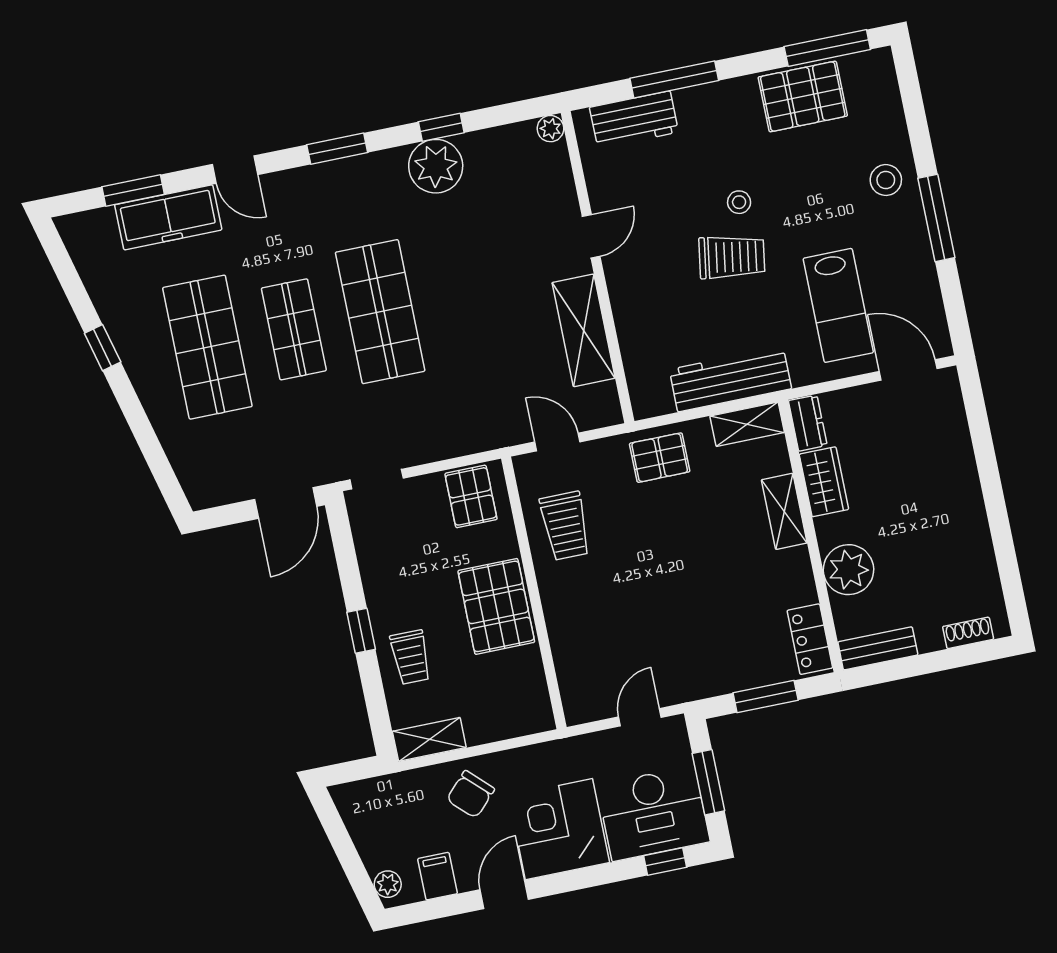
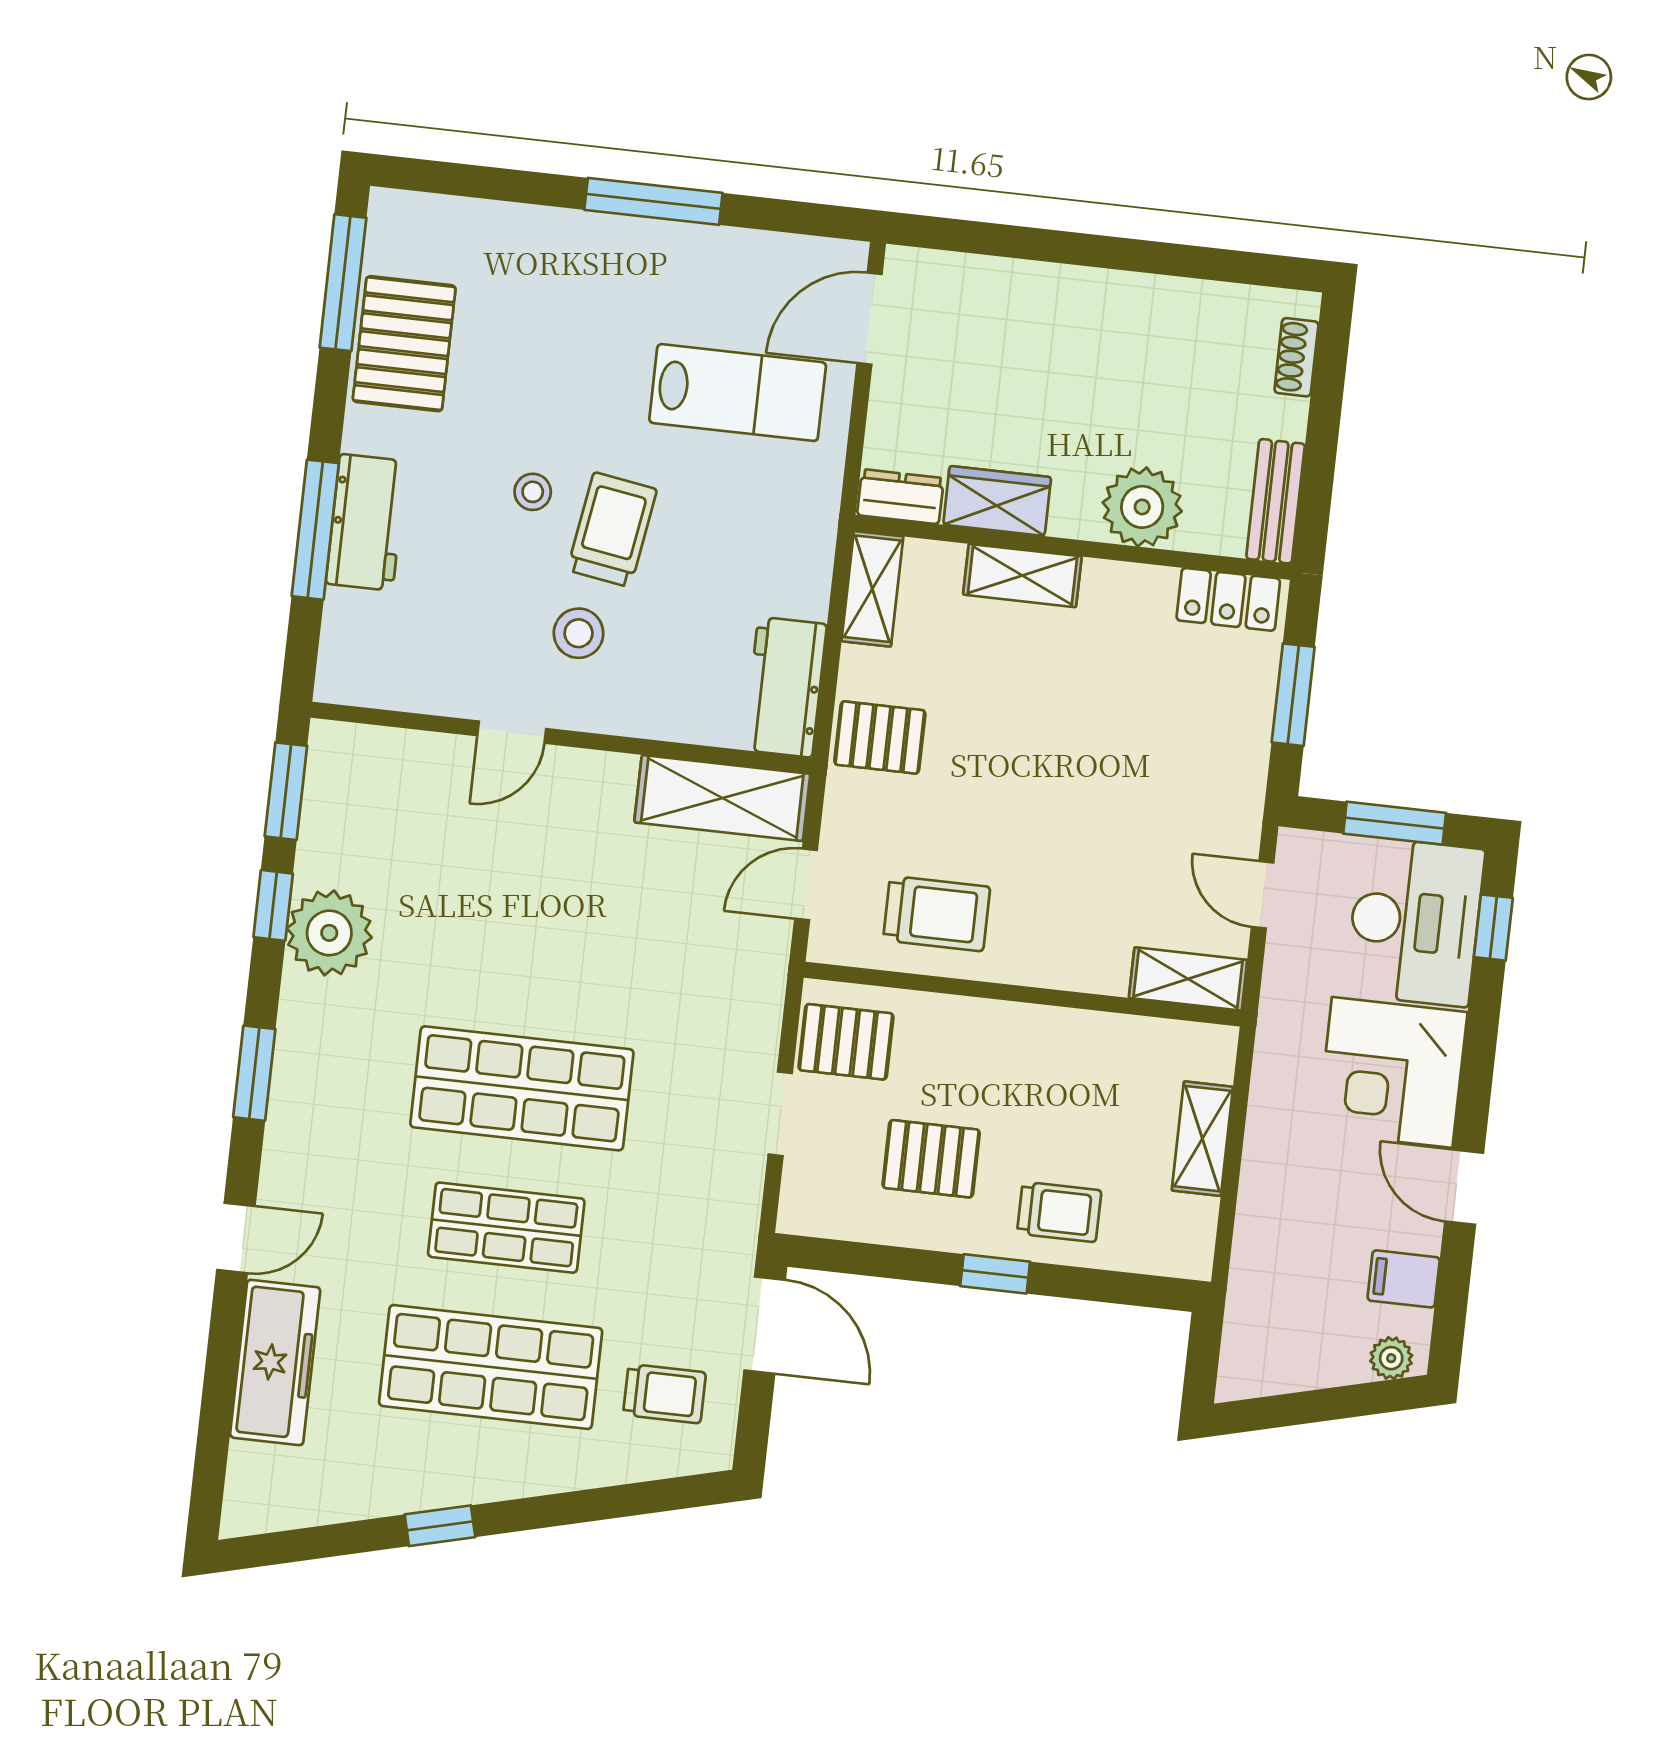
workbench: (634, 120) -> (366, 522), moved
plant: (550, 129) -> (329, 741), removed
stool: (886, 180) -> (579, 633), moved
window: (133, 190) -> (286, 791), moved
door: (591, 236) -> (512, 732), swing flipped
shelving: (584, 330) -> (722, 798), moved
workbench: (730, 379) -> (785, 687), moved, width x0.73
trolley: (225, 456) -> (664, 1394), added
pallet: (660, 458) -> (880, 737), turned 90
doorway: (377, 479) -> (780, 1114), moved
pallet: (496, 606) -> (931, 1159), moved, width x0.67, depth x0.71
shelving: (575, 689) -> (1188, 979), added
shelving: (429, 739) -> (1202, 1139), moved
chair: (471, 794) -> (1296, 1189), removed

